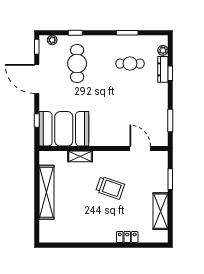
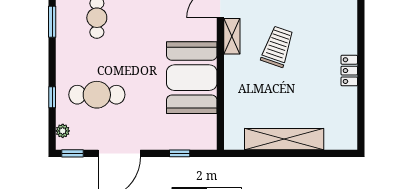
booth: (64, 129) -> (192, 78), moved
shelving: (80, 156) -> (232, 36), moved
locker: (127, 237) -> (349, 71), moved

